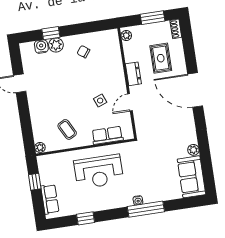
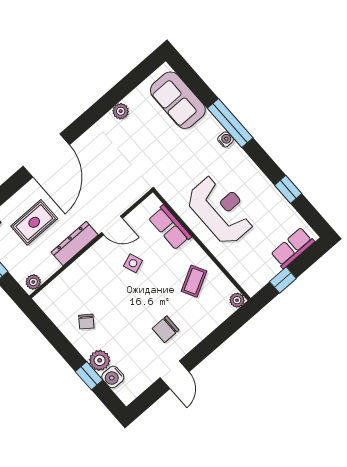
dresser: (133, 74) -> (75, 244), width x1.44
chair: (50, 95) -> (166, 329), added
sofa: (191, 177) -> (178, 100), moved, turned 90

